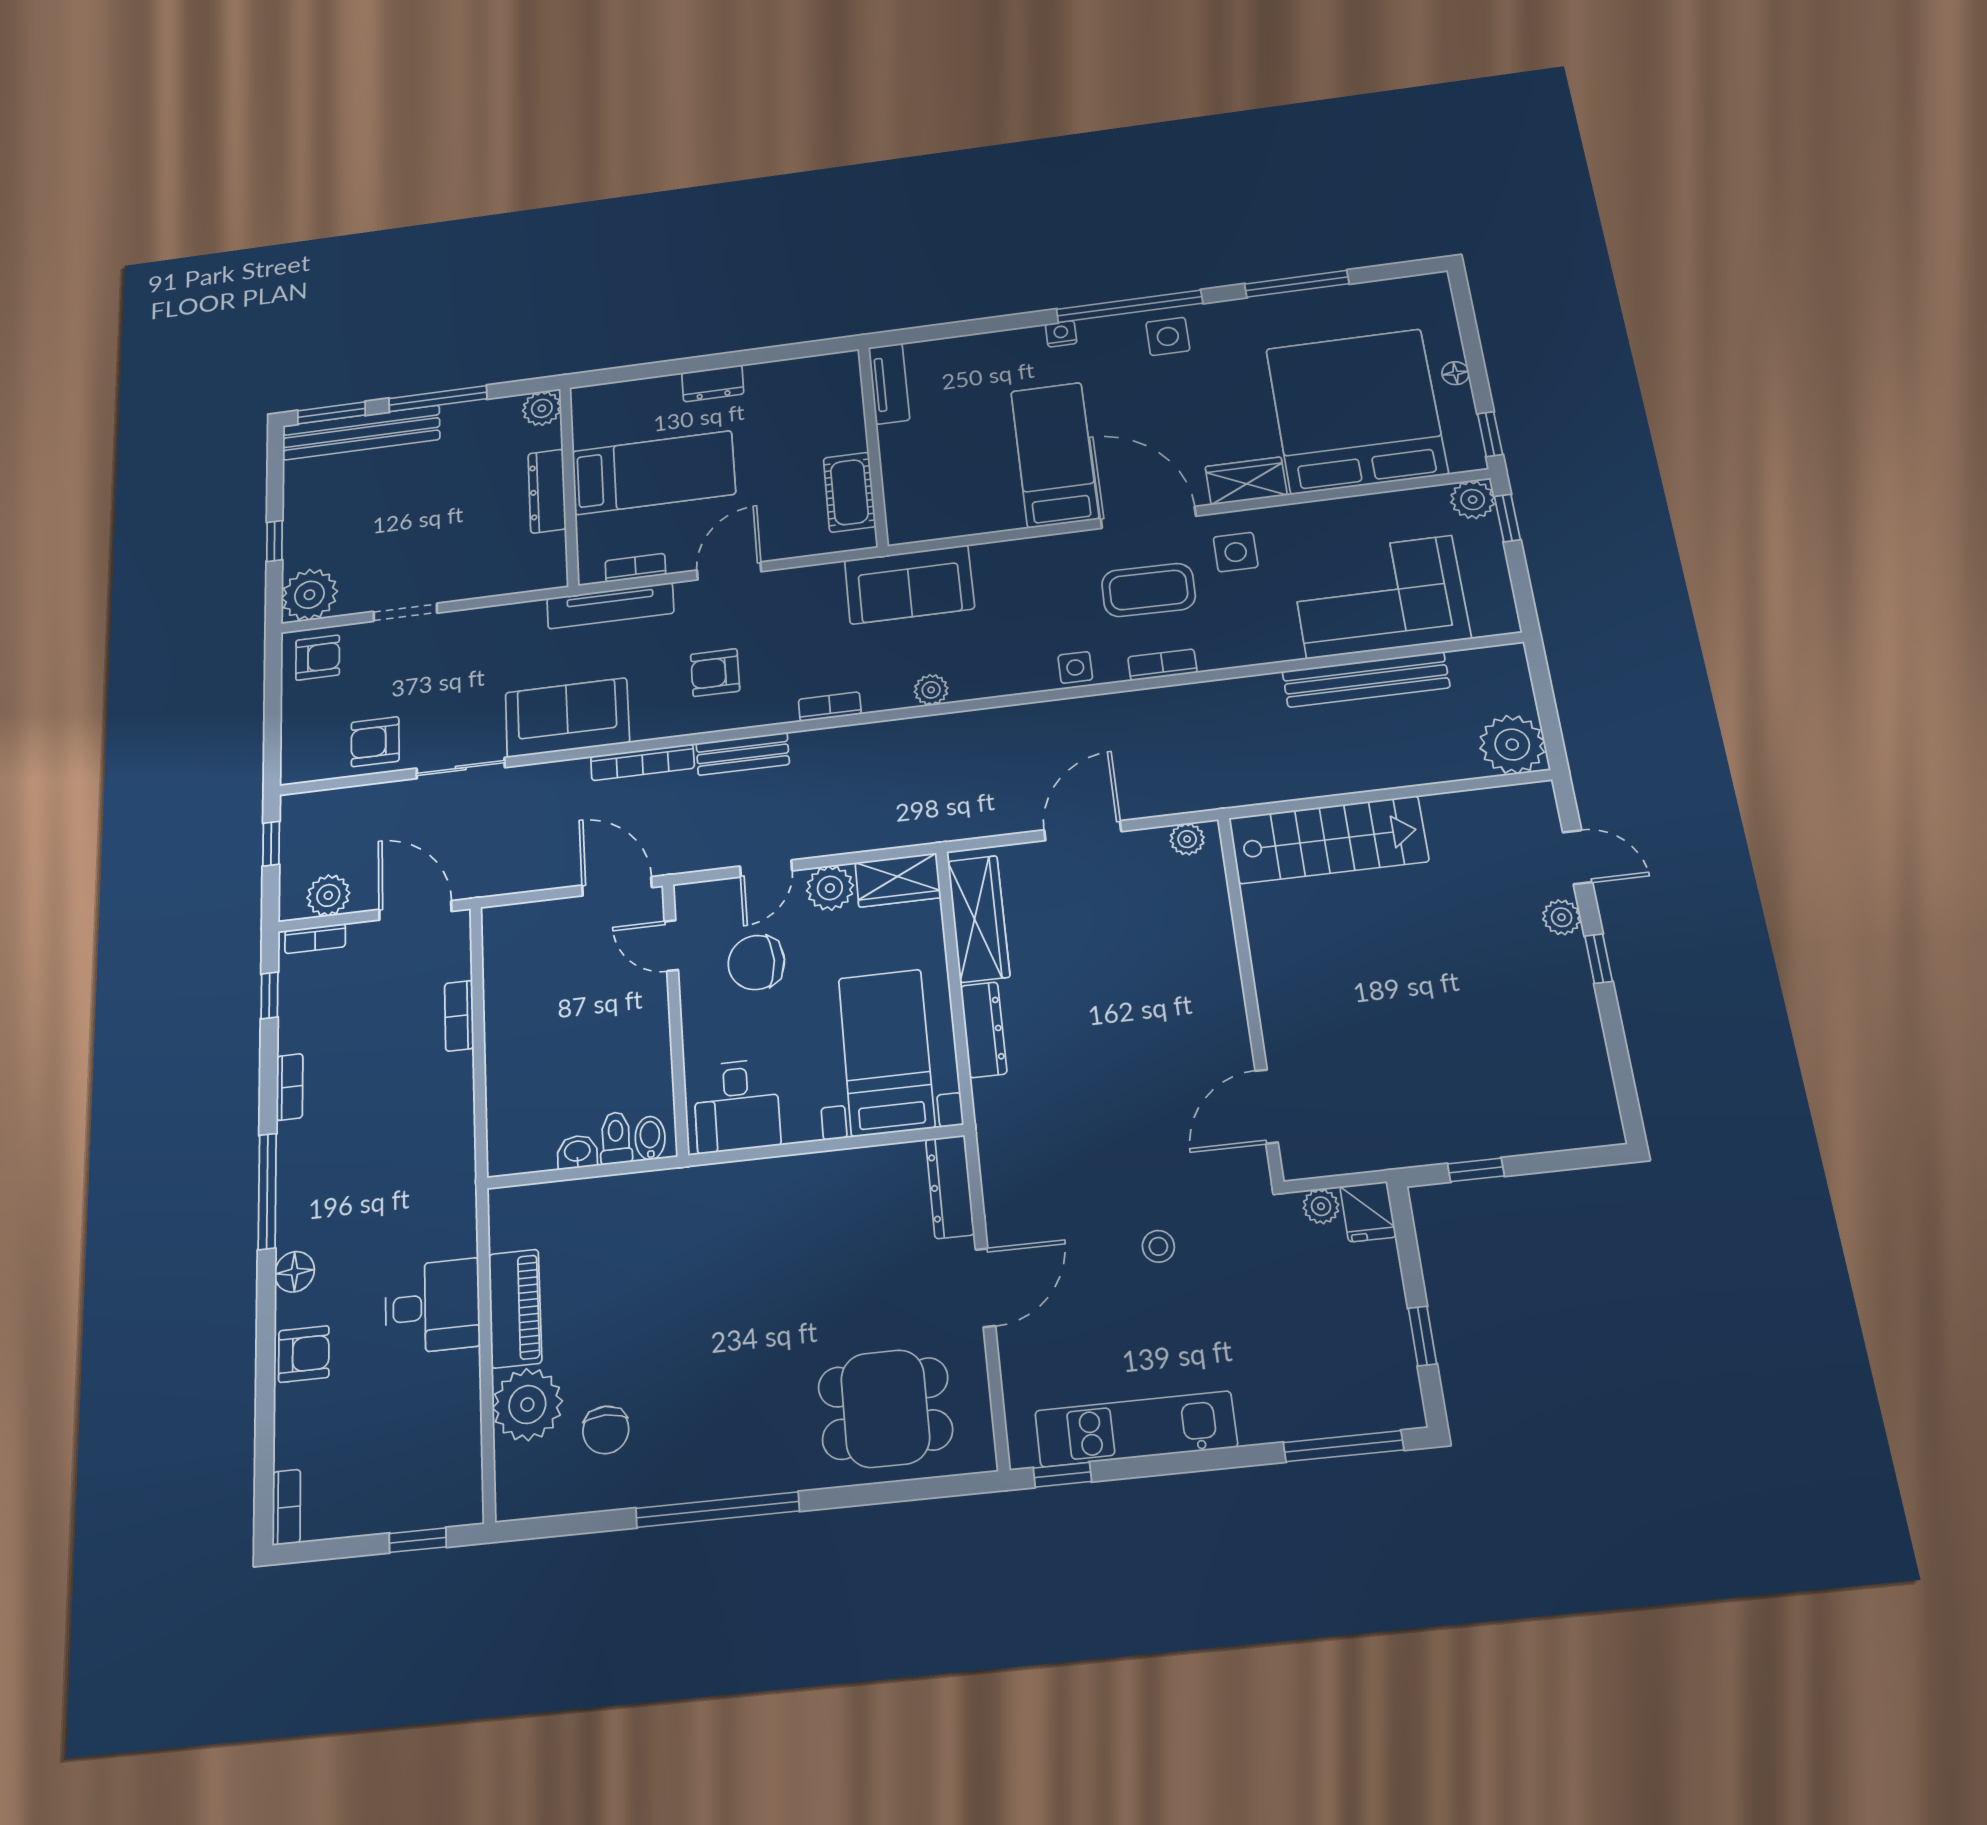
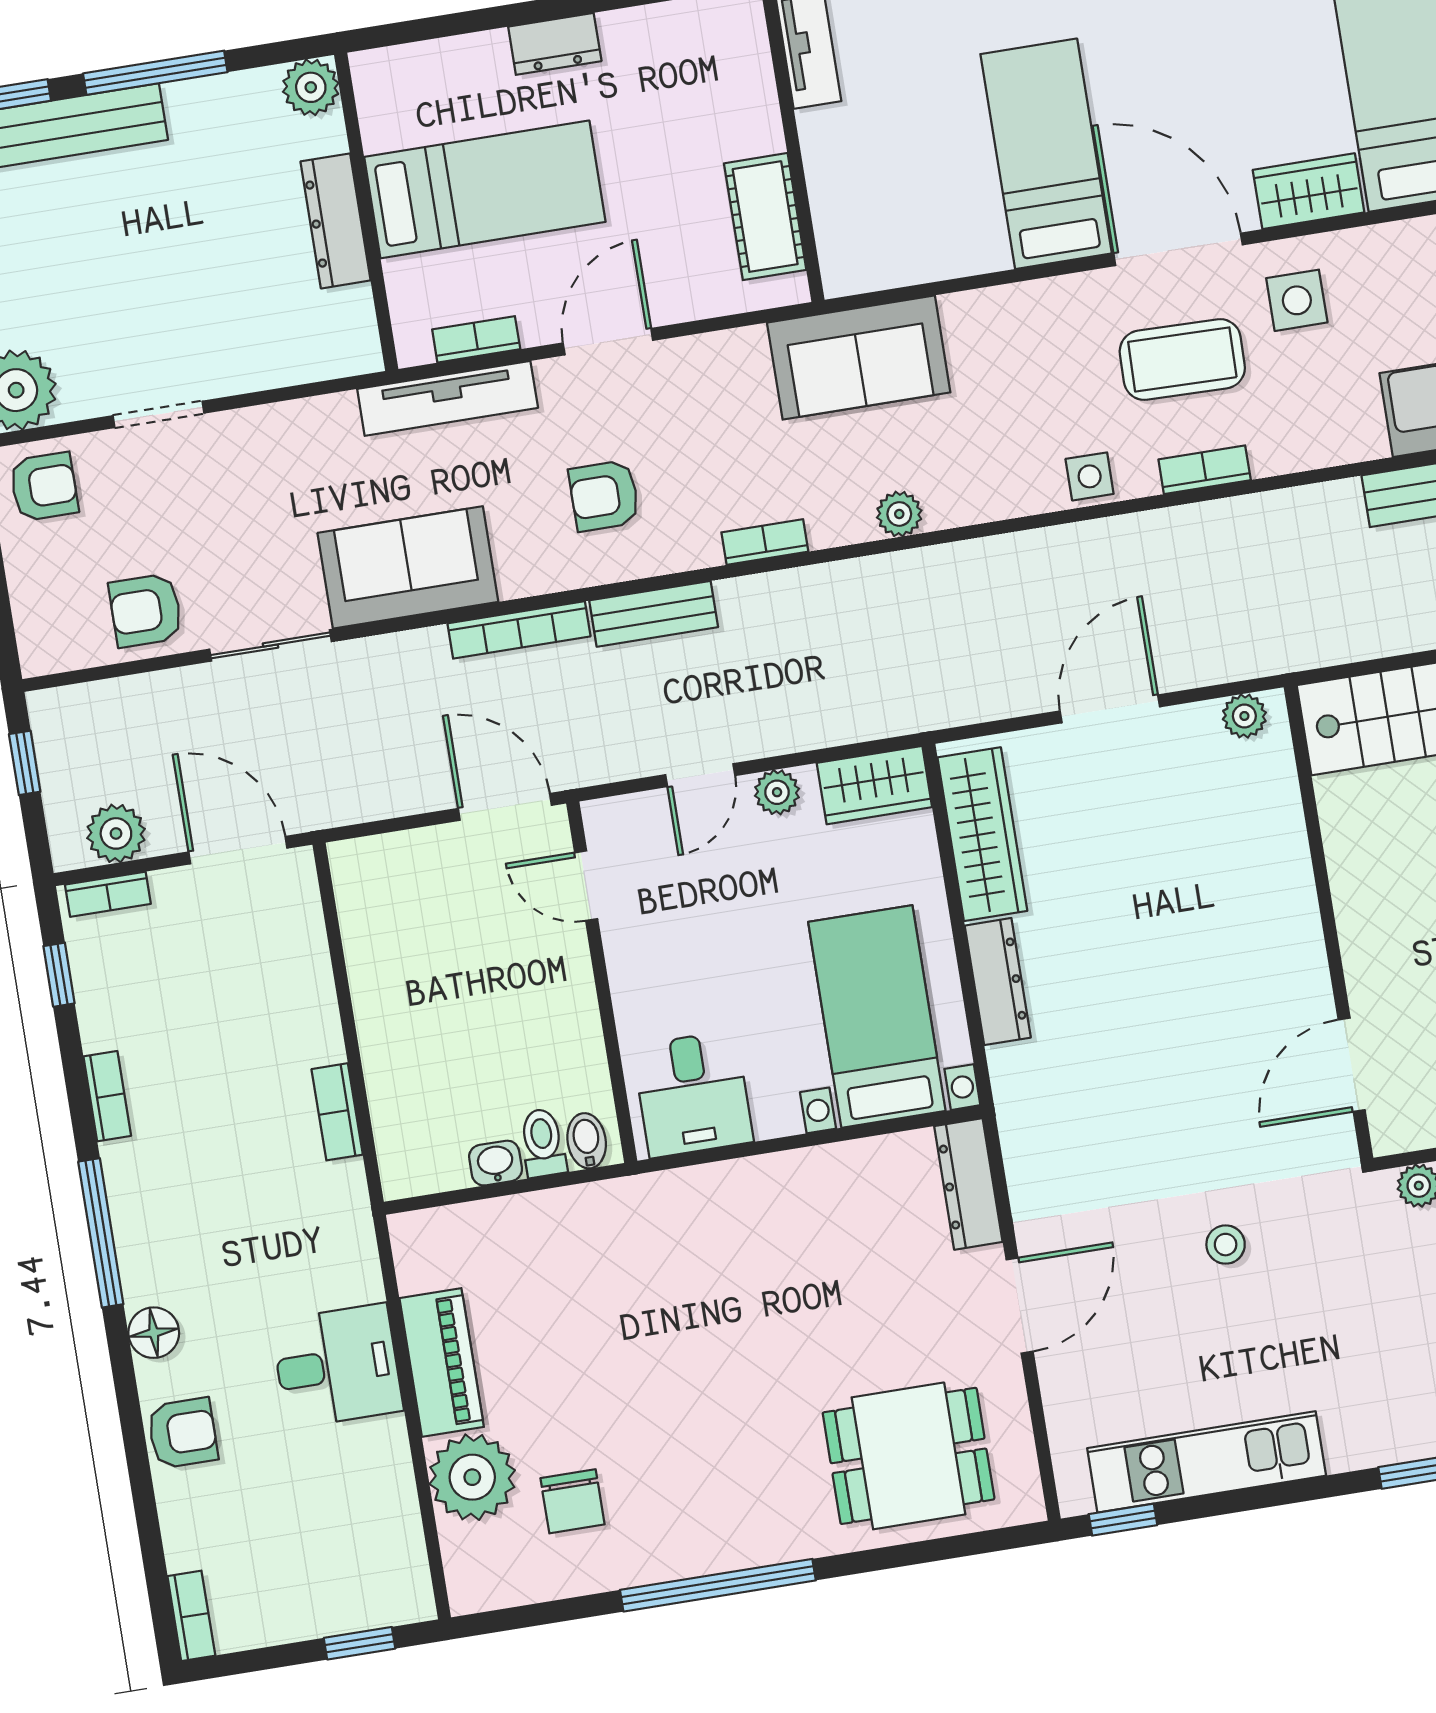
plant: (830, 888) -> (777, 792), width x0.73, depth x0.73
chair: (756, 962) -> (700, 904), removed
bookcase: (459, 1016) -> (337, 1112), moved

